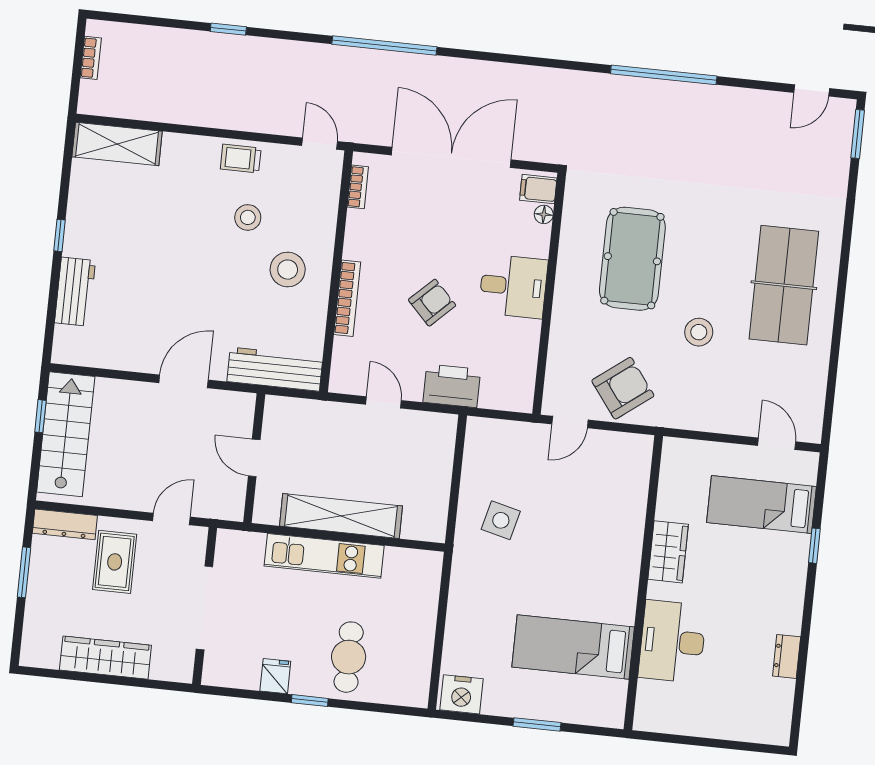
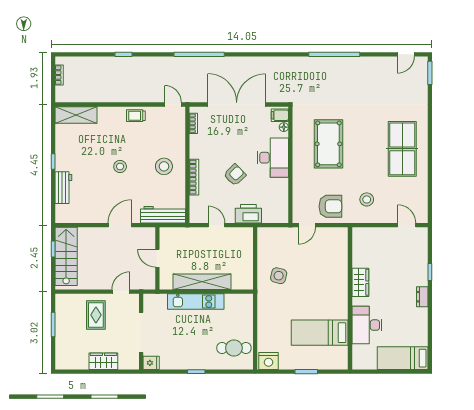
stool: (248, 217) -> (120, 166), moved
desk: (513, 286) -> (273, 158), width x1.37
stool: (699, 332) -> (367, 199), moved
armchair: (623, 388) -> (330, 206), turned 37
bed: (762, 505) -> (403, 358), moved
dresser: (65, 524) -> (70, 300), removed
dresser: (787, 656) -> (422, 297), moved
cafe table: (349, 657) -> (234, 348), moved, turned 90
wardrobe: (105, 658) -> (103, 361), width x0.67
fridge: (275, 676) -> (151, 363), moved, turned 90

